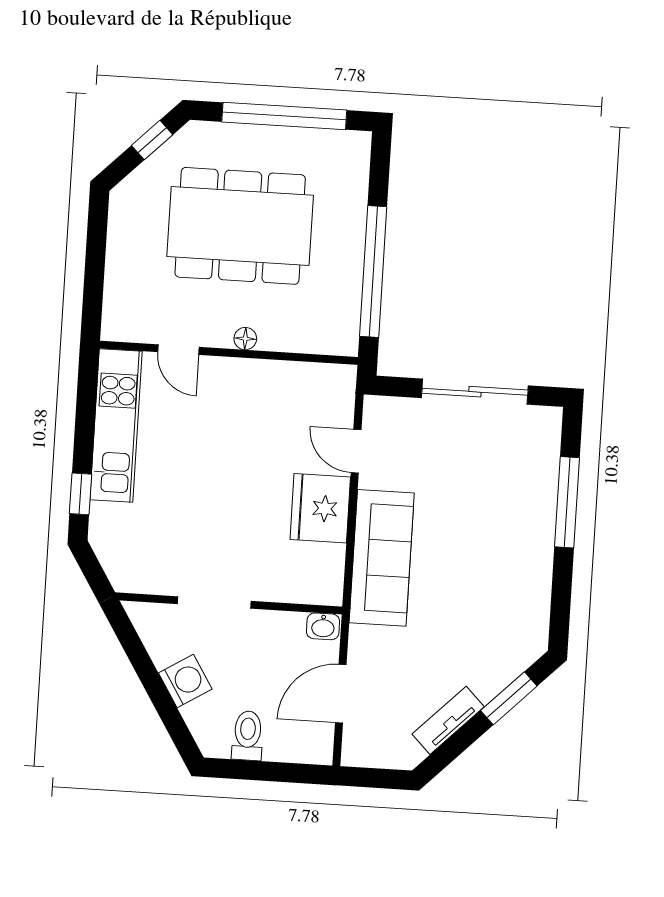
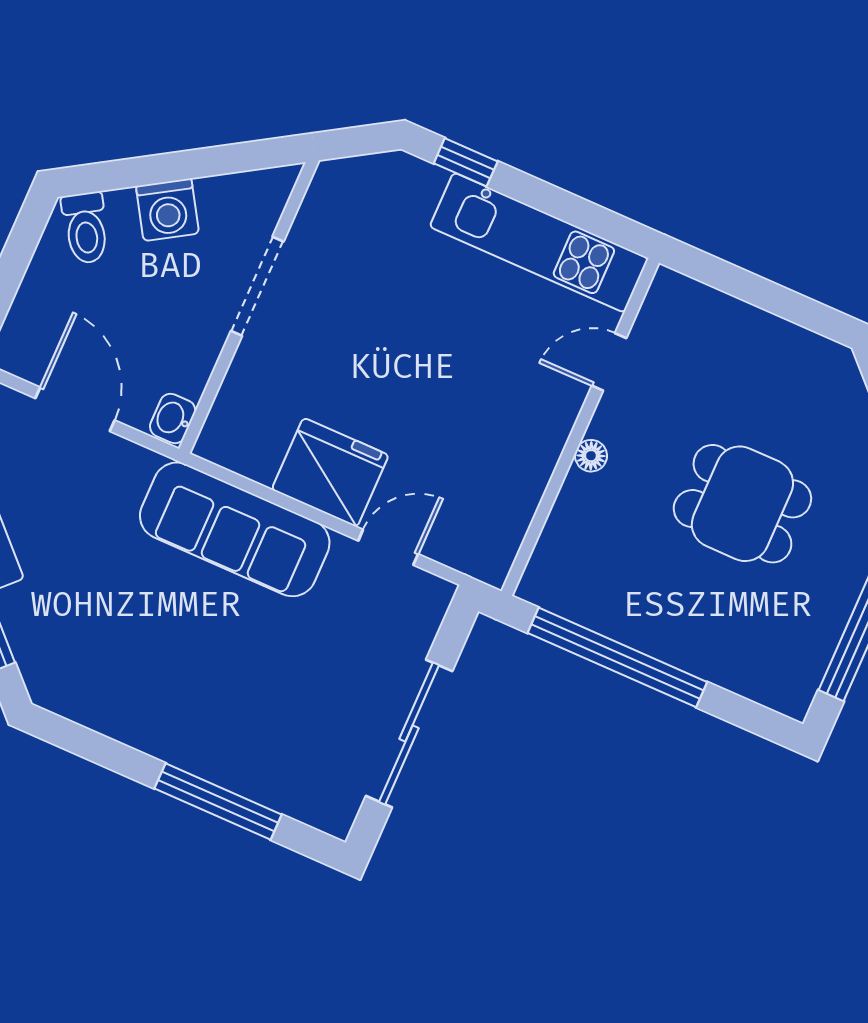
dining table: (240, 226) -> (742, 504), width x0.53, depth x0.80
toilet: (248, 736) -> (85, 228), moved, turned 58

